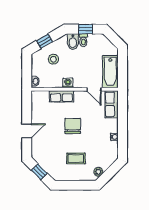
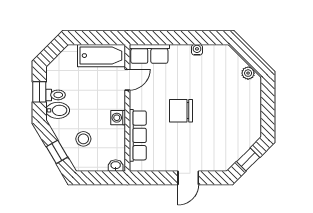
row of seats: (62, 96) -> (138, 135), width x1.48
door: (27, 131) -> (188, 178), swing flipped
coffee table: (76, 158) -> (229, 106), removed

